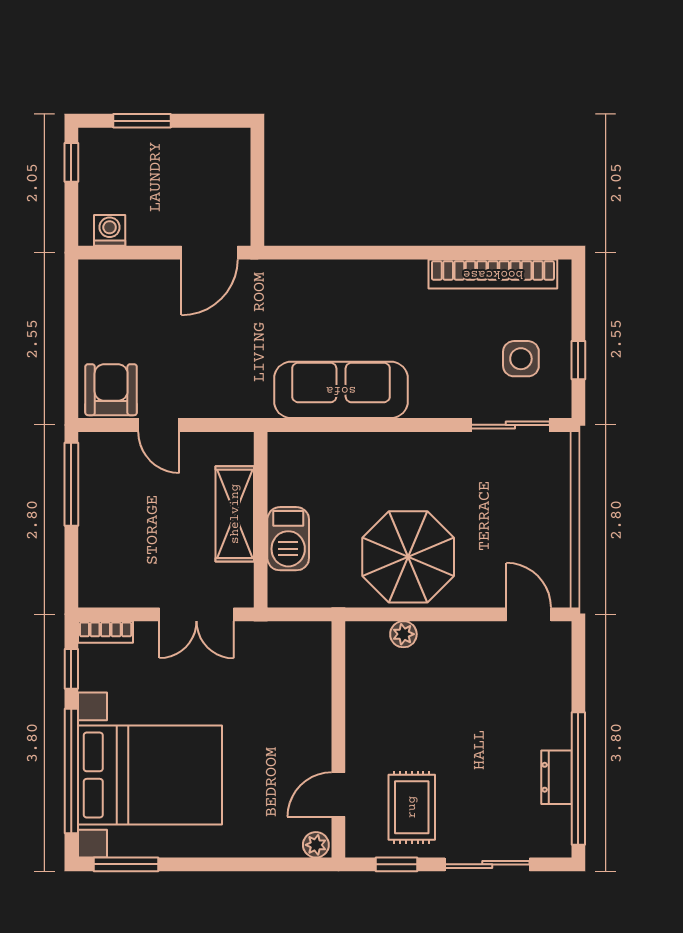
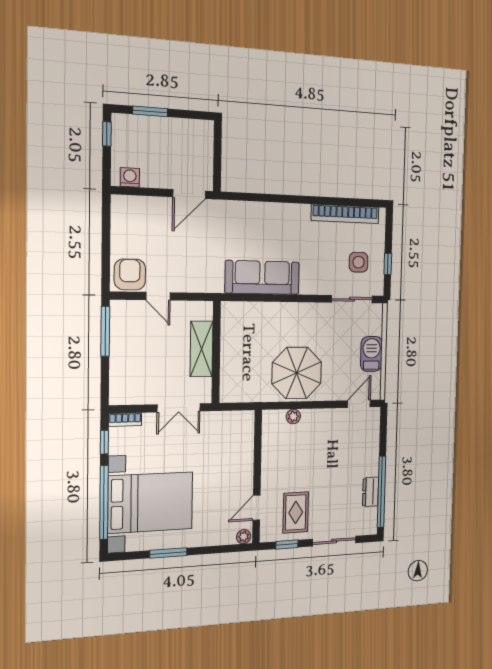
barbecue: (288, 539) -> (371, 354), moved, turned 180
door: (529, 614) -> (359, 404), hinge flipped
window: (126, 864) -> (168, 553), moved

